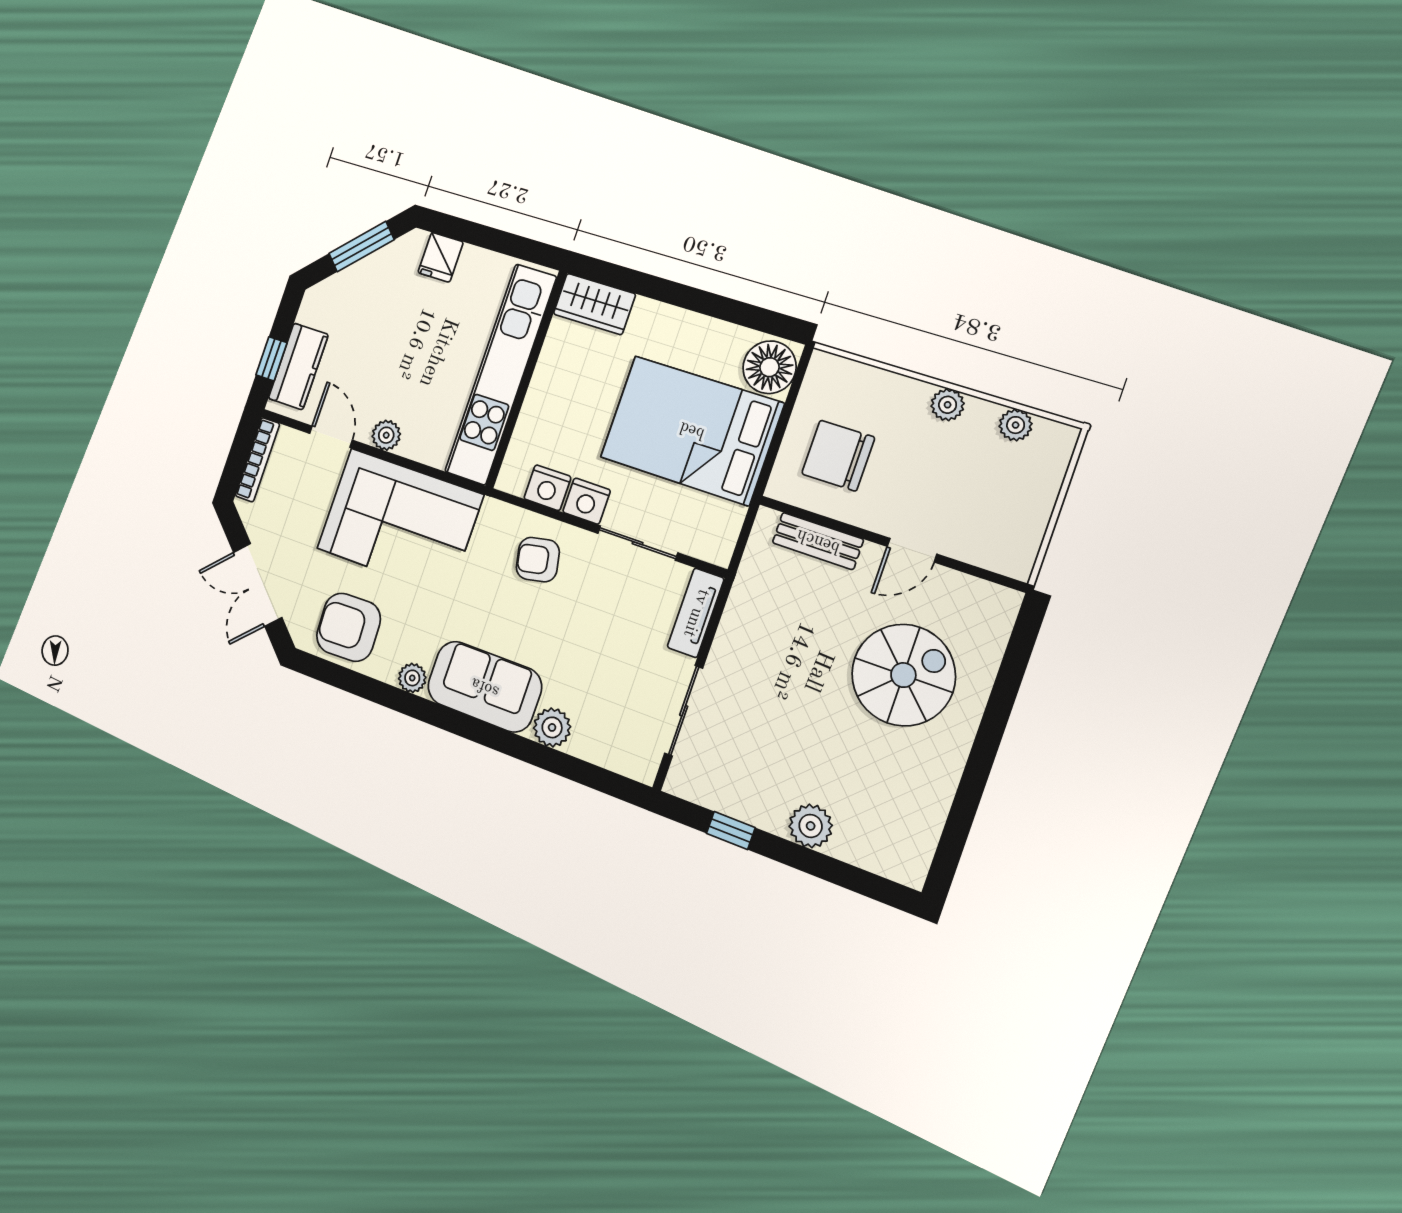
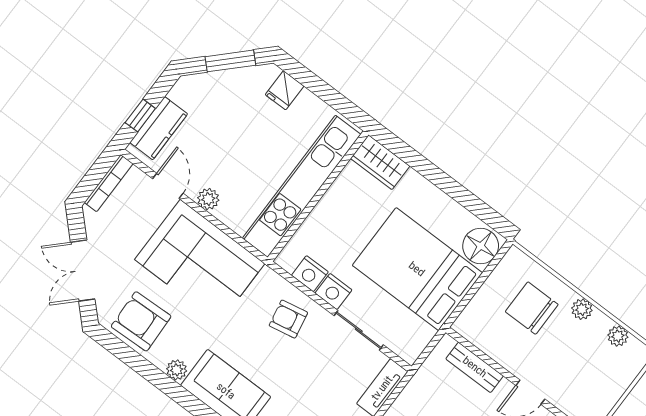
chair: (838, 456) -> (532, 308), moved

